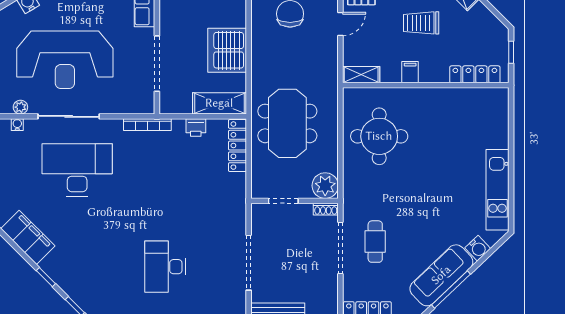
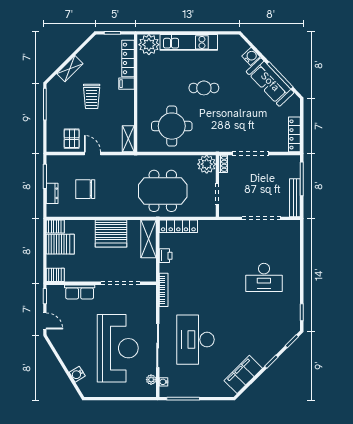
filing cabinet: (410, 72) -> (126, 84), moved
plant: (494, 104) -> (149, 45), added
kitchen unit: (497, 190) -> (189, 42), moved
cafe table: (375, 242) -> (204, 88), moved

